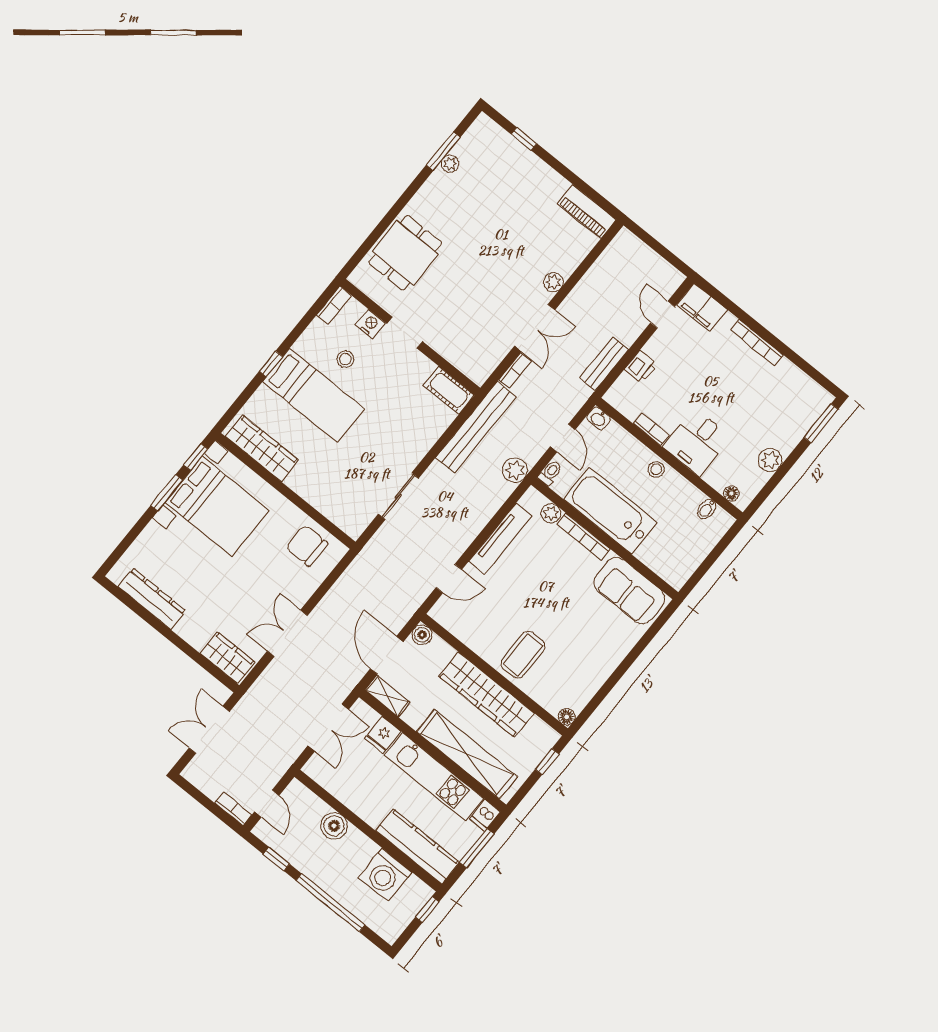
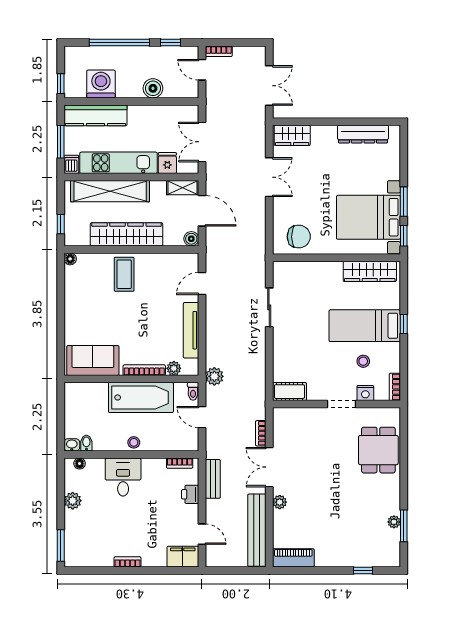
bookcase: (757, 343) -> (128, 562), width x0.64
washbasin: (599, 418) -> (72, 445), moved
bench: (476, 427) -> (257, 530), moved
bookcase: (651, 429) -> (180, 463), moved

